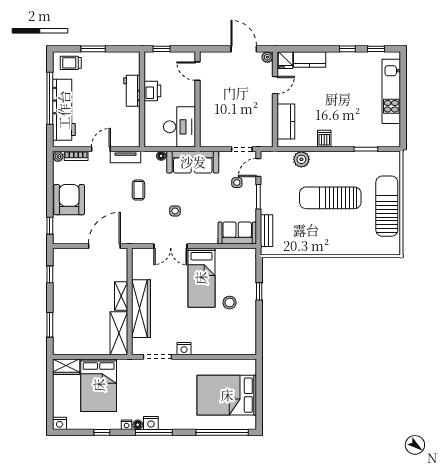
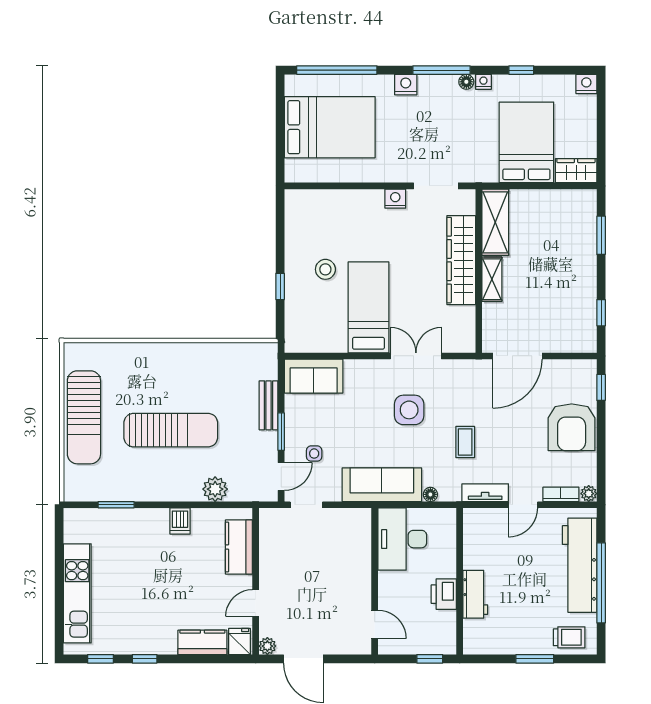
side table: (175, 211) -> (409, 410), width x1.87, depth x1.87
bench: (267, 231) -> (269, 405), moved
nightstand: (151, 423) -> (406, 85), moved

